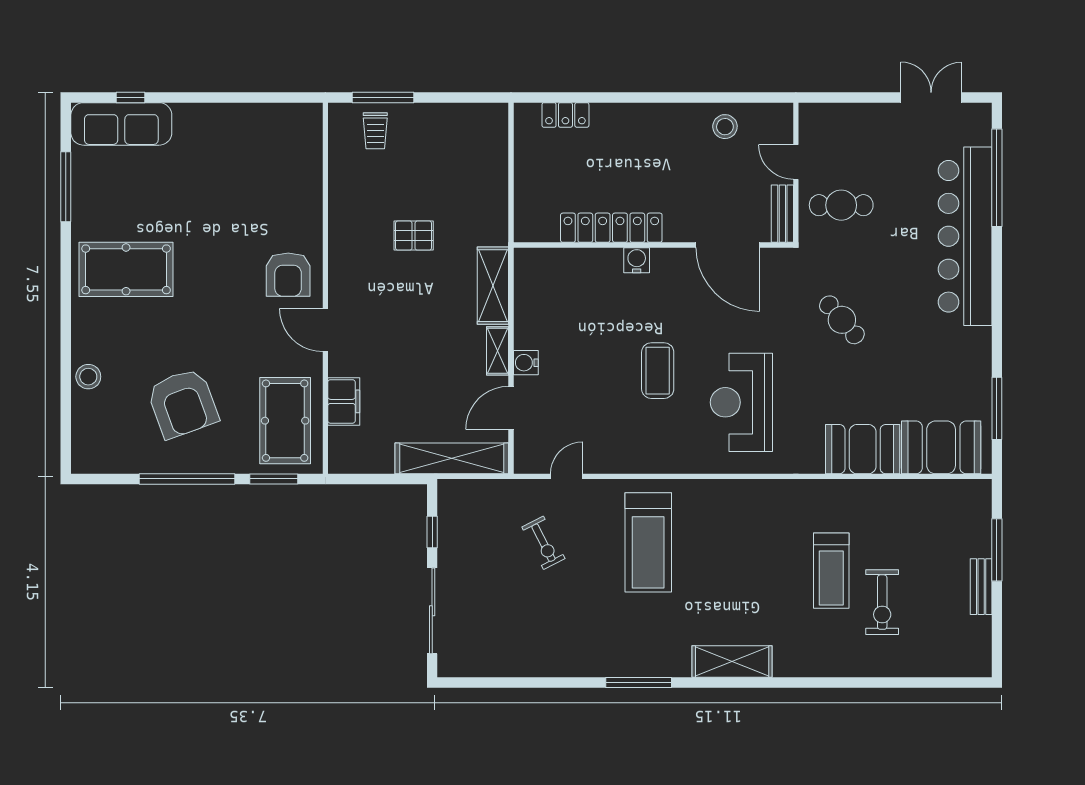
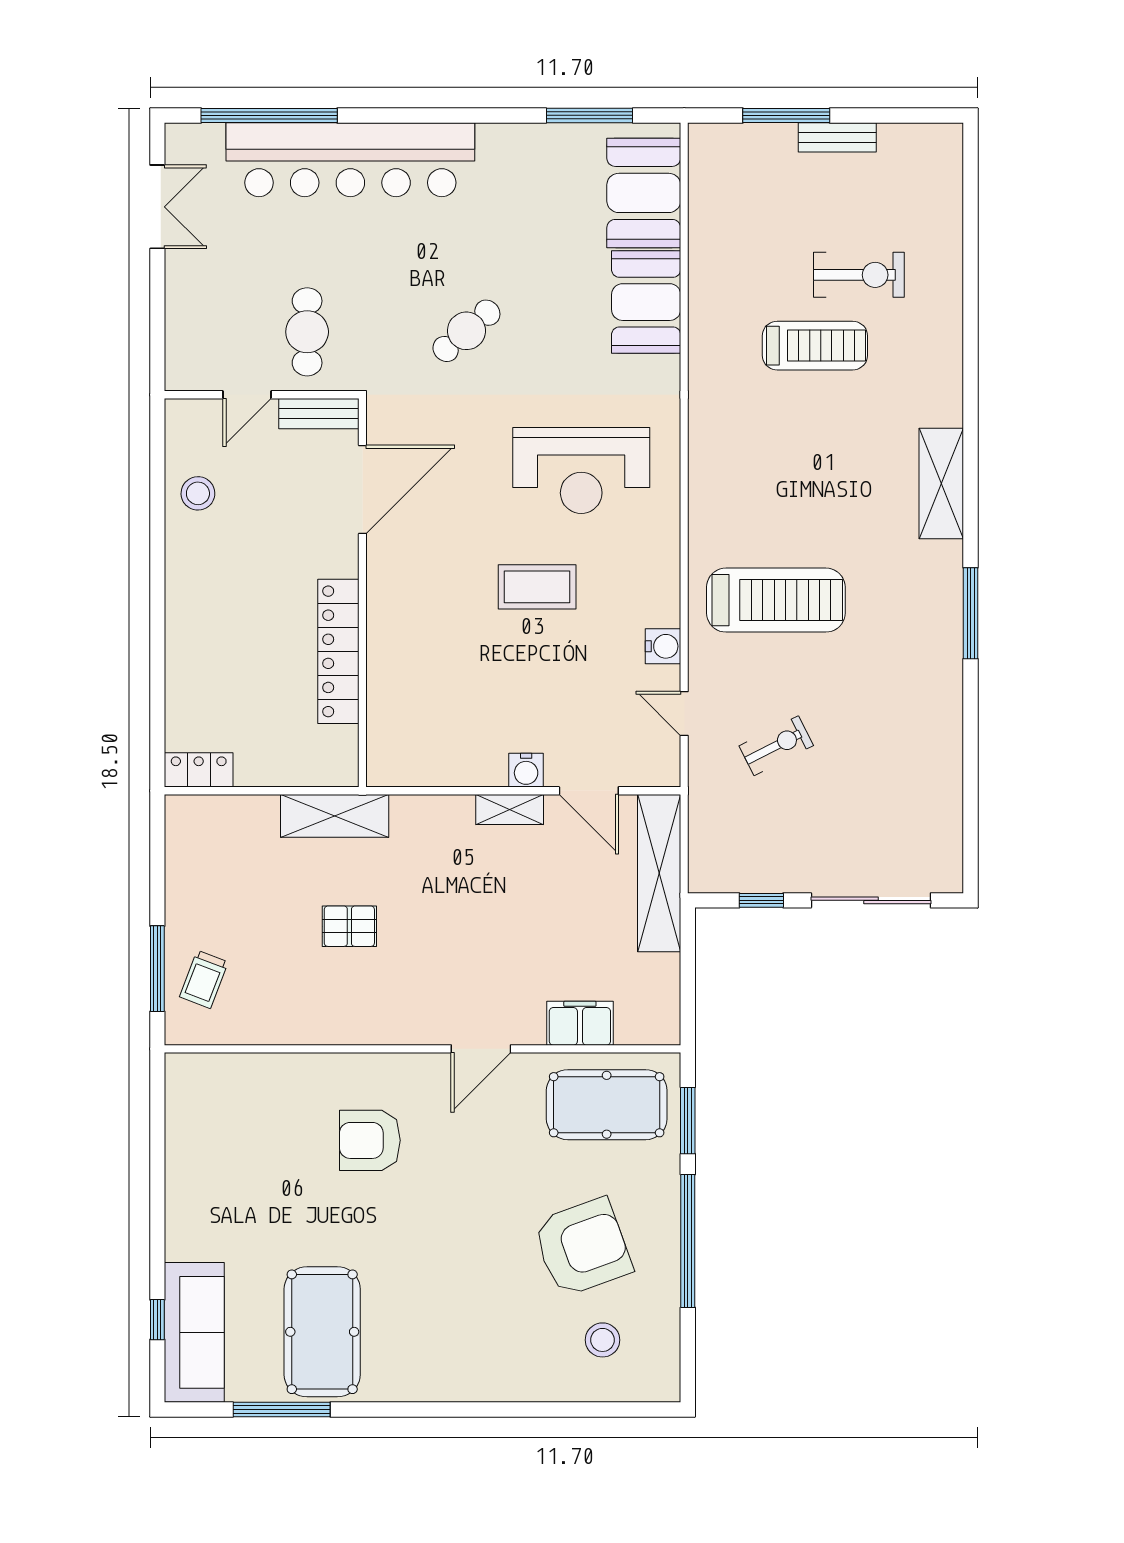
double door: (931, 97) -> (157, 207), swing flipped
locker: (565, 115) -> (199, 770), moved, turned -90
trolley: (375, 131) -> (204, 979), turned 111
pallet: (414, 236) -> (349, 926), turned 90
water cooler: (637, 260) -> (663, 646), moved, turned 180
pool table: (126, 269) -> (322, 1332), moved
armchair: (288, 275) -> (370, 1140), moved, turned 180
shelving: (493, 286) -> (335, 816), moved
stool: (88, 377) -> (602, 1340), moved

